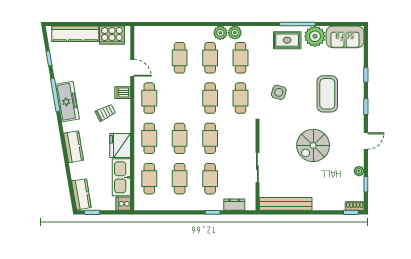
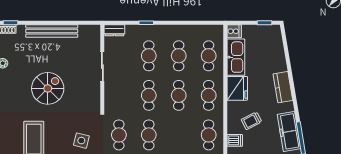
kitchen counter: (81, 194) -> (275, 40), removed
bench: (286, 204) -> (52, 31), moved
dresser: (234, 205) -> (114, 30), moved

